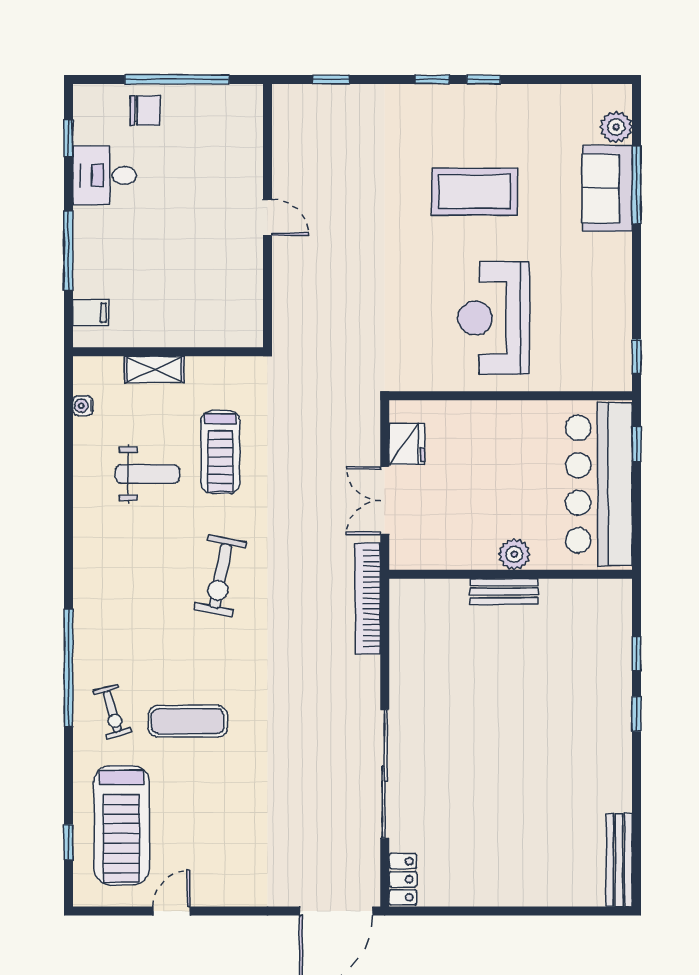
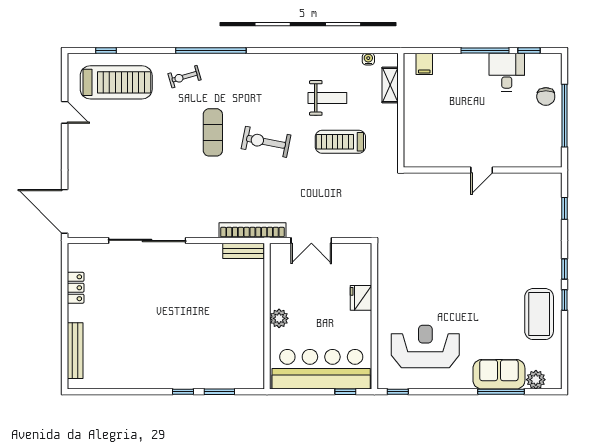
coffee table: (475, 192) -> (539, 314), moved
window: (68, 251) -> (485, 50), moved
reception desk: (494, 318) -> (425, 347), moved
shelving: (154, 369) -> (390, 85), moved
fridge: (407, 444) -> (361, 298), moved, turned 90
weight bench: (148, 474) -> (327, 98), turned -90
double door: (385, 501) -> (311, 240), swing flipped
bench: (504, 592) -> (243, 251), moved, turned 90
window: (636, 653) -> (219, 392), width x1.50
exercise mat: (188, 721) -> (213, 132), moved
treadmill: (122, 825) -> (116, 82), turned 180
bench: (619, 860) -> (75, 351), moved, turned 90
locker: (403, 879) -> (76, 288), moved, turned -90

